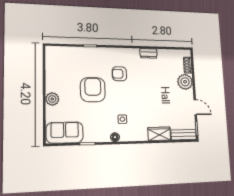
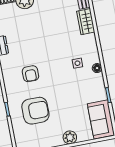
armchair: (93, 90) -> (35, 111), moved, turned 180

